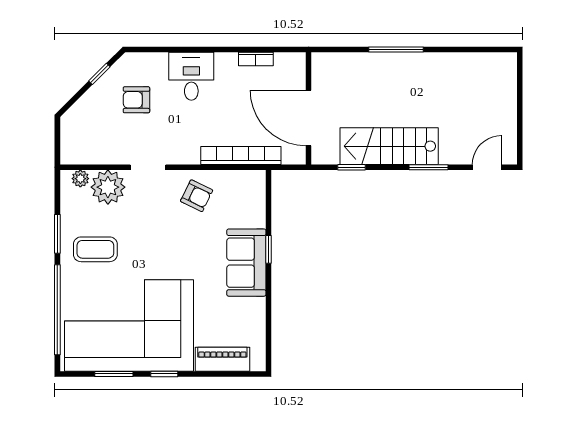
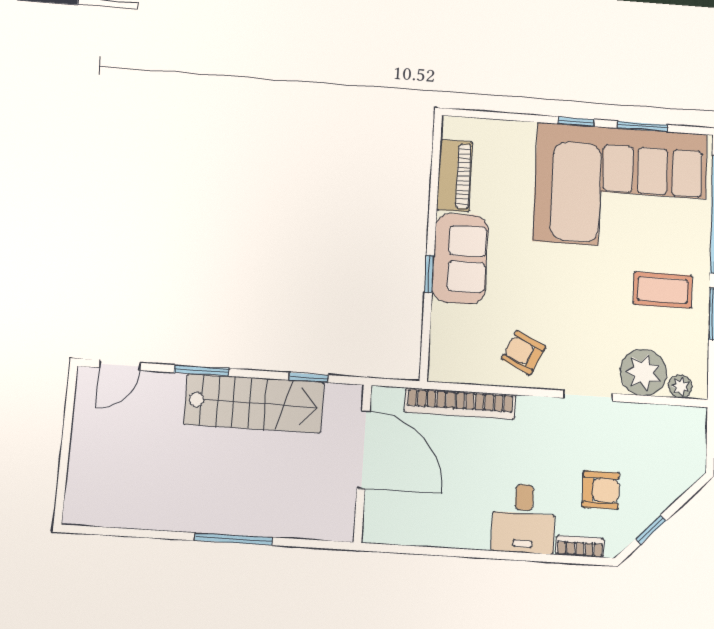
bookcase: (256, 59) -> (580, 546), moved
piano: (222, 359) -> (455, 176), moved, turned -90

